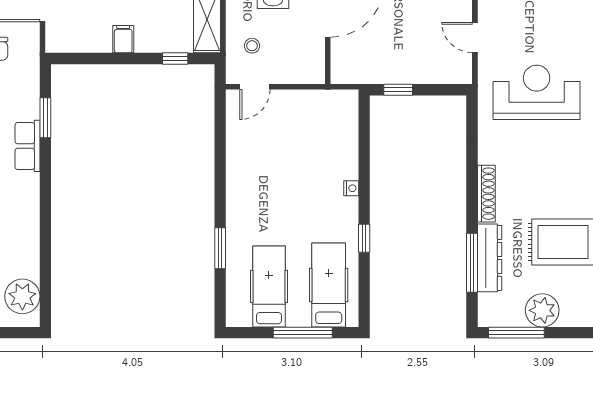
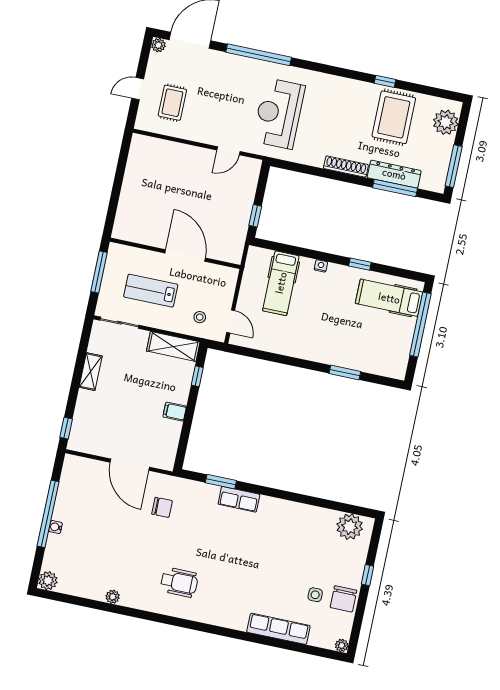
hospital bed: (269, 286) -> (281, 283), moved, turned -90
plant: (542, 310) -> (446, 122), moved
window: (303, 333) -> (420, 324), width x1.46

